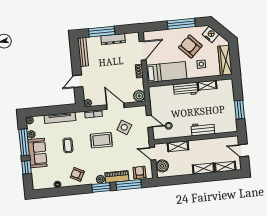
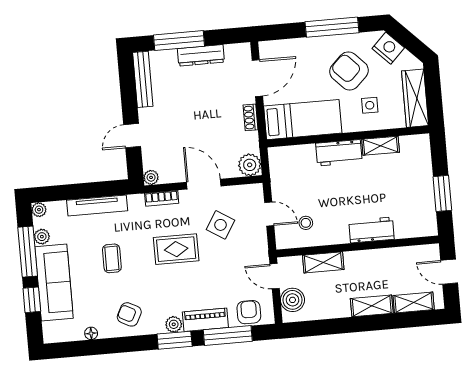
sofa: (37, 153) -> (54, 282), width x1.36

